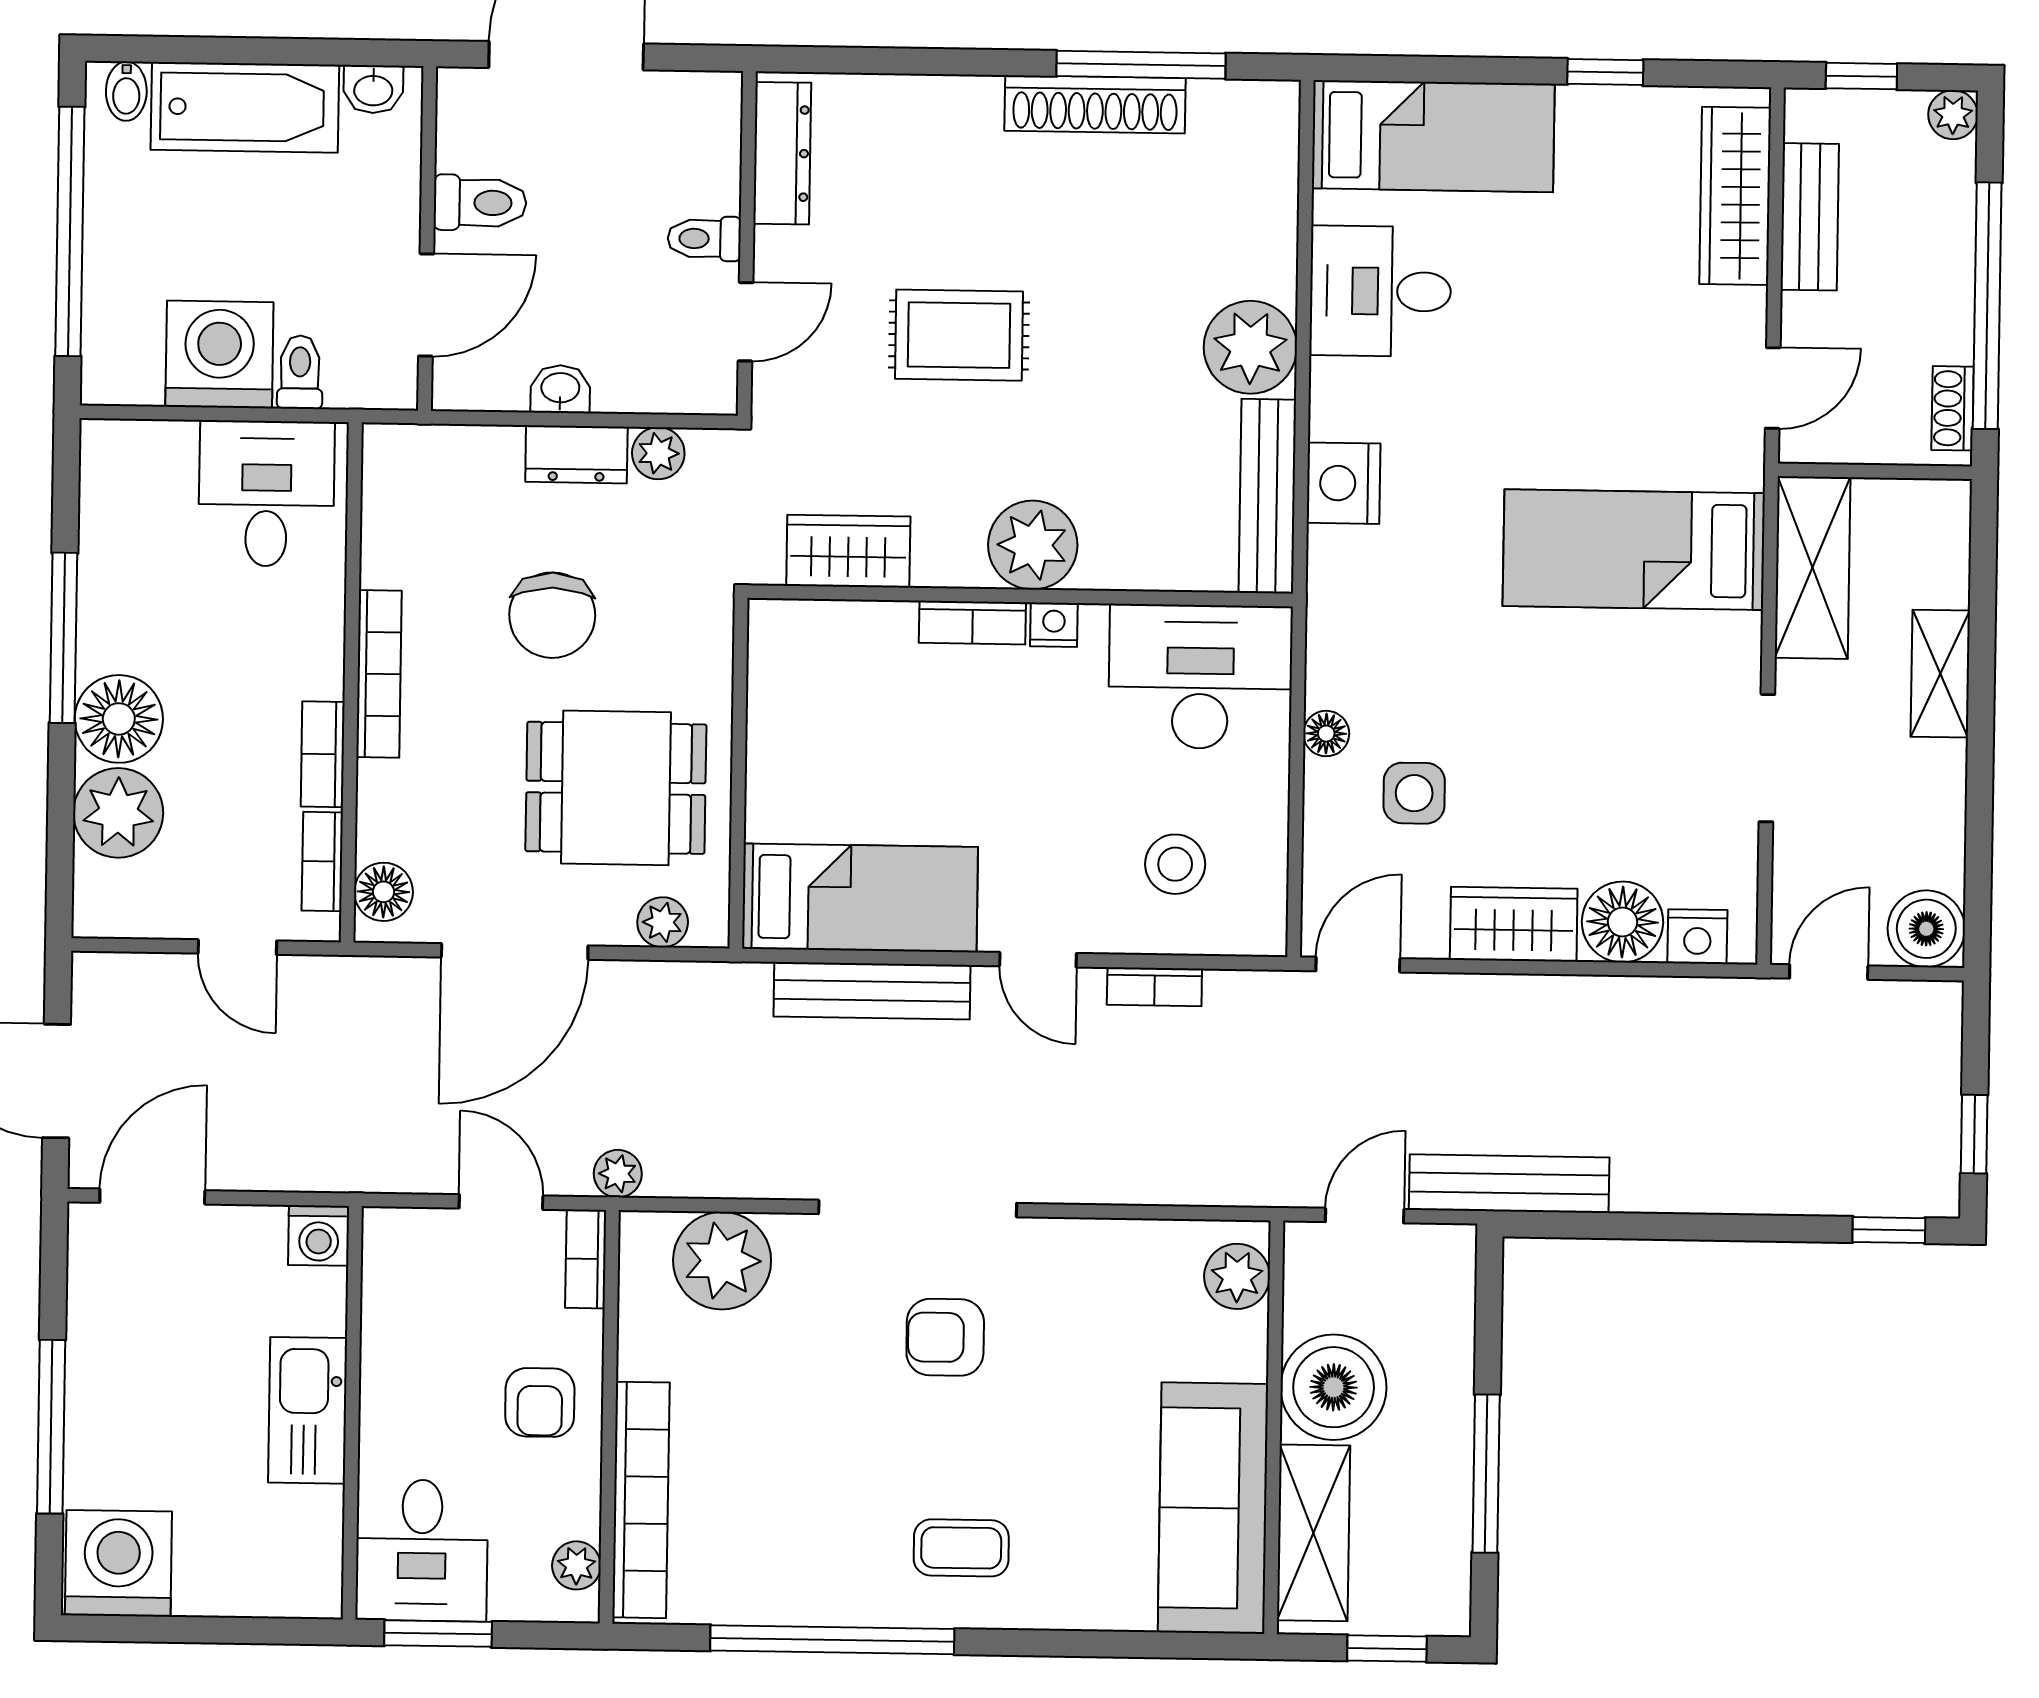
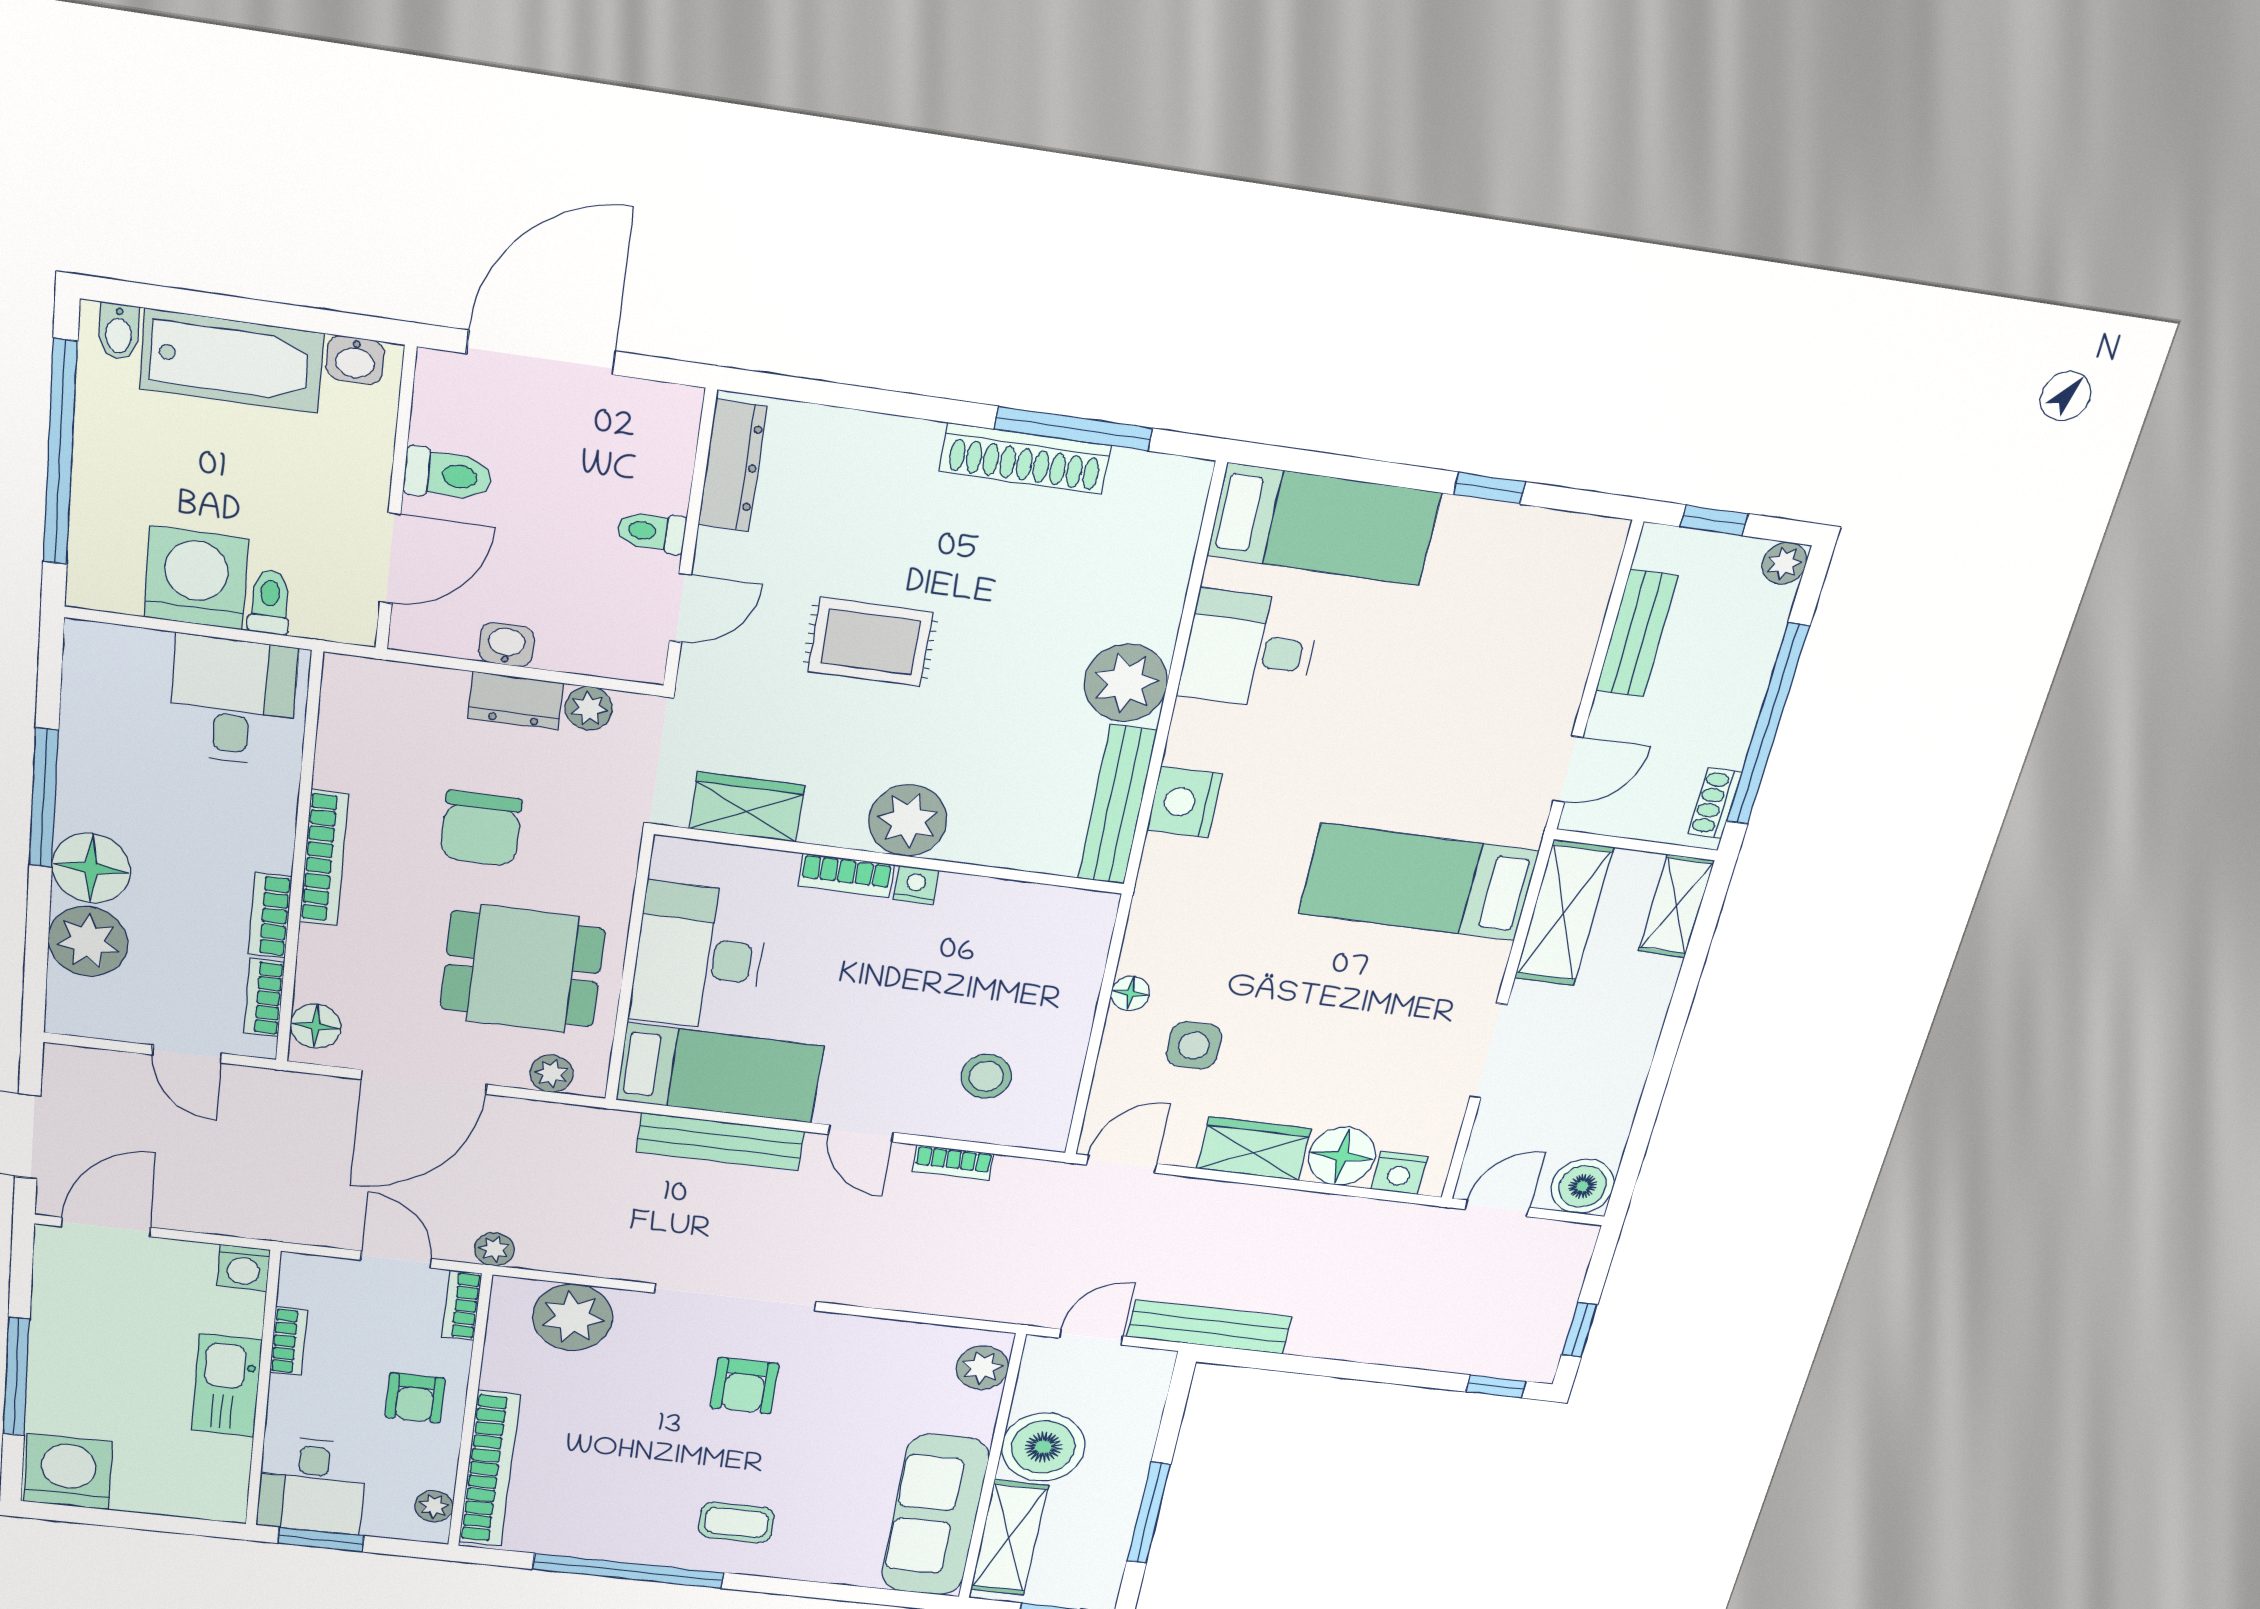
wardrobe: (1735, 196) -> (1577, 608), removed
shelving: (1940, 674) -> (1676, 906), moved
desk: (1200, 677) -> (699, 957), moved, turned -90
bookcase: (379, 1336) -> (289, 1341), added
armchair: (945, 1337) -> (745, 1386), turned -90

